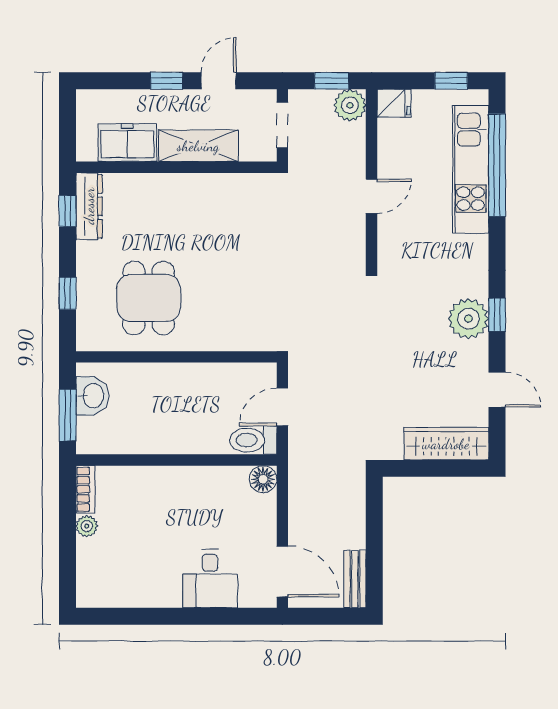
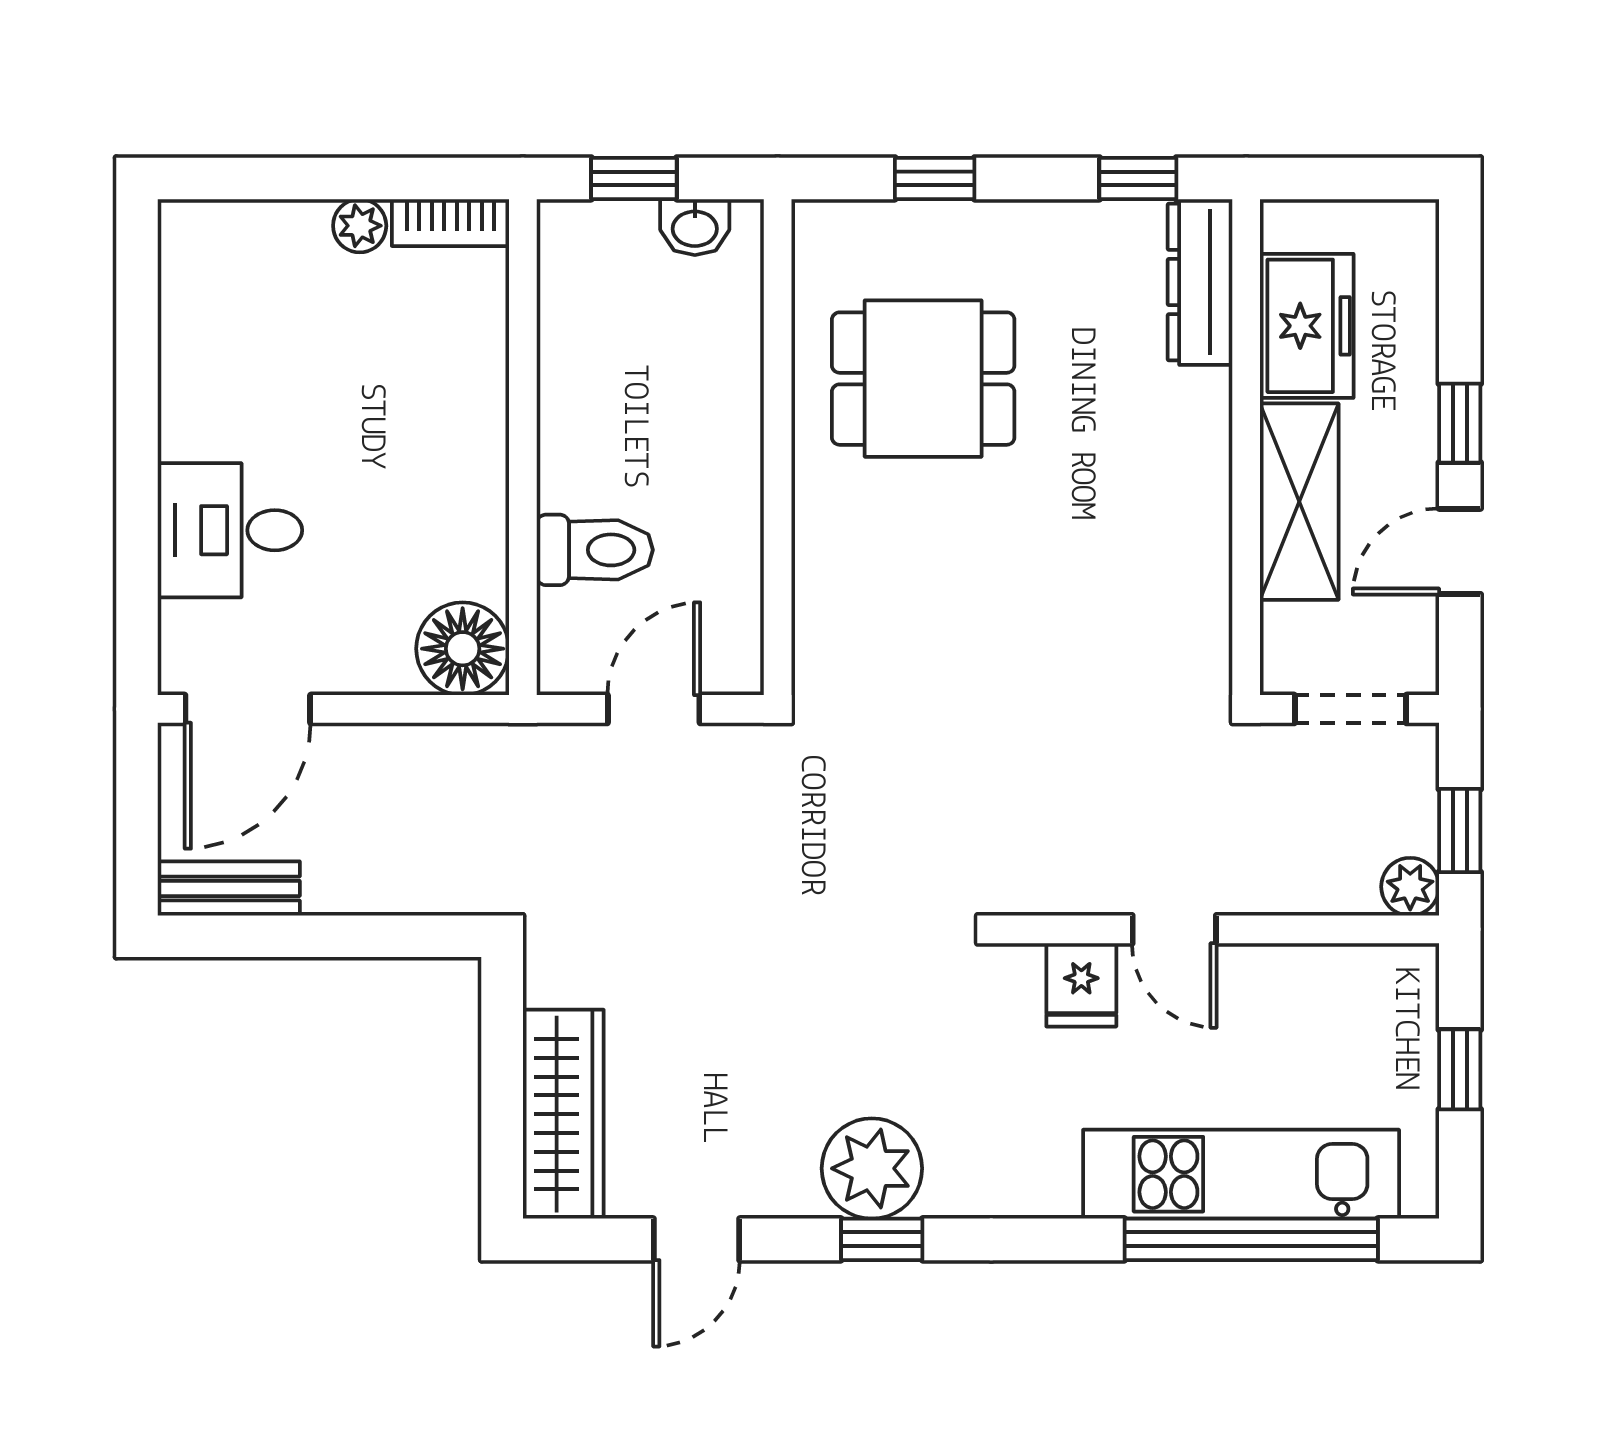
door: (219, 81) -> (1460, 551), swing flipped
window: (451, 81) -> (1460, 1069), moved
fridge: (394, 103) -> (1081, 985), moved
plant: (350, 105) -> (1410, 887), width x0.73, depth x0.73
dresser: (89, 206) -> (1200, 282), moved, turned 90
washbasin: (92, 396) -> (695, 227), width x0.72, depth x0.69
door: (282, 407) -> (654, 709), hinge flipped
window: (68, 415) -> (634, 178), width x0.67
toilet: (253, 440) -> (595, 550), moved, turned 90
floor lamp: (263, 479) -> (463, 649), width x1.38, depth x1.38

